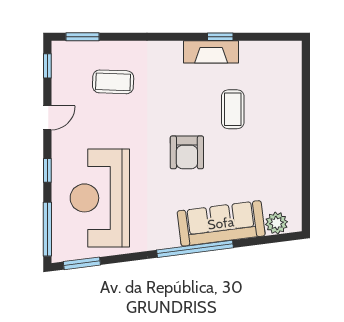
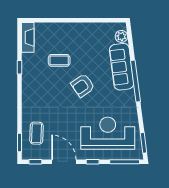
fireplace: (211, 52) -> (28, 37), moved
coffee table: (113, 82) -> (37, 133), moved
door: (47, 118) -> (64, 162), width x1.88
armchair: (187, 152) -> (83, 85), turned 145
reception desk: (100, 198) -> (108, 133), turned 180

